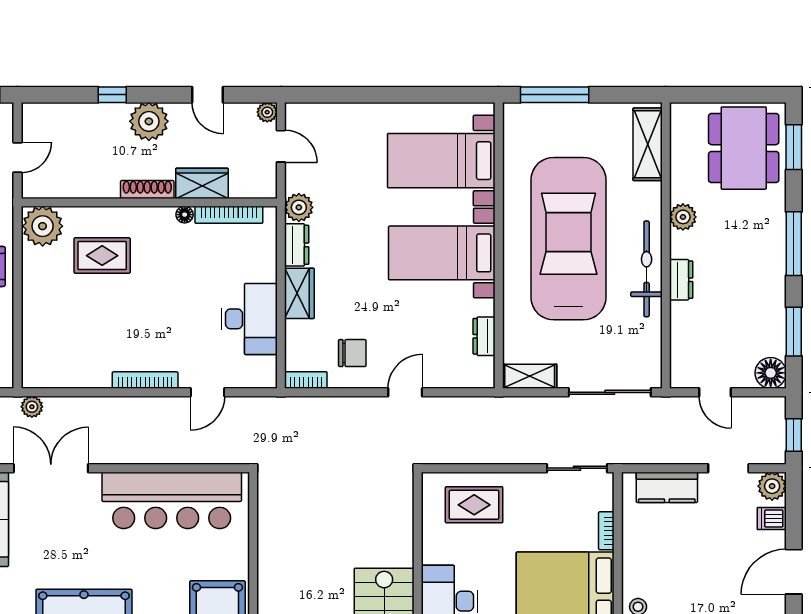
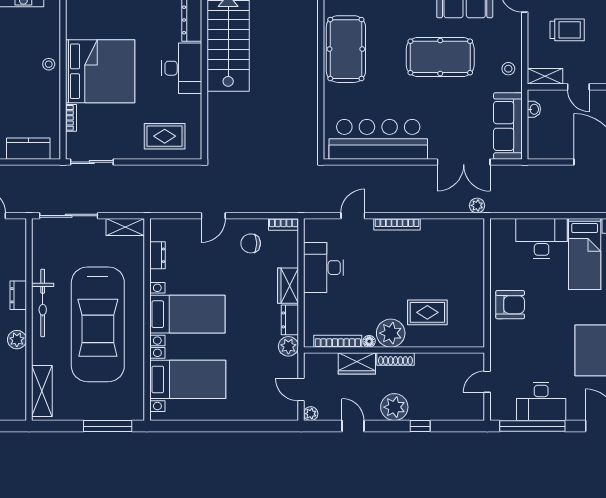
plant: (43, 226) -> (391, 333), moved

